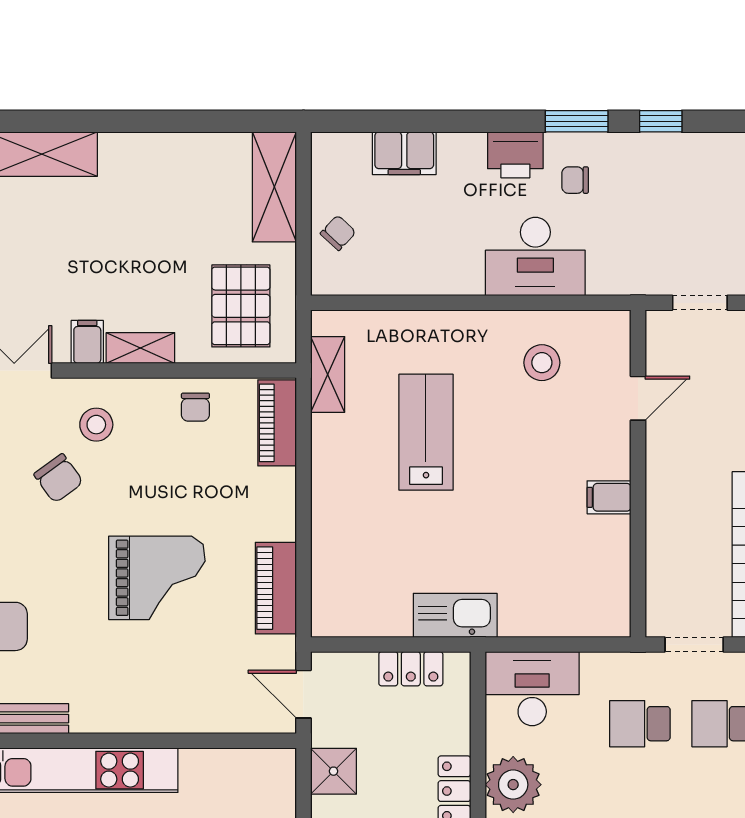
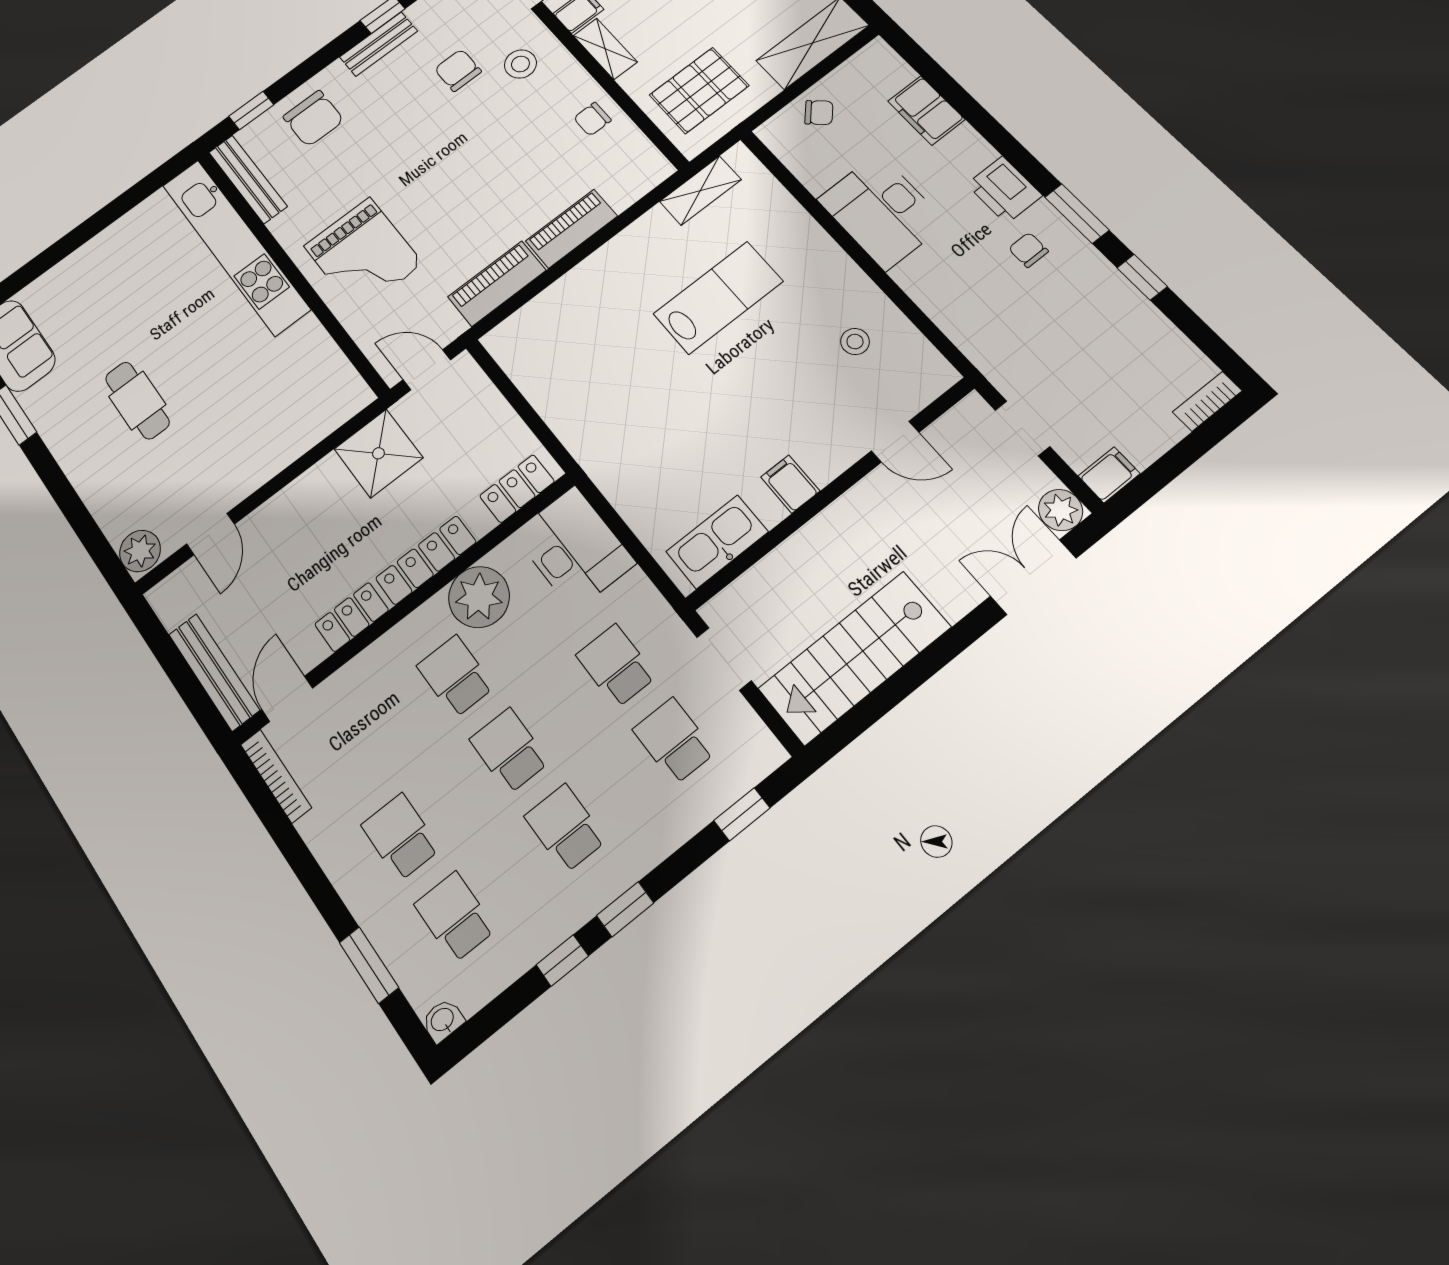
desk: (535, 256) -> (882, 211), moved
stool: (542, 363) -> (855, 342), width x0.73, depth x0.73
piano: (277, 423) -> (571, 229), moved
chair: (59, 478) -> (458, 70), turned 126
grand piano: (157, 578) -> (363, 255), moved
kitchen sink: (455, 615) -> (717, 542), moved, turned -90
locker: (411, 669) -> (517, 489), moved, turned 90
door: (303, 694) -> (427, 370), hinge flipped
shower: (334, 771) -> (378, 453), width x1.36, depth x1.36

